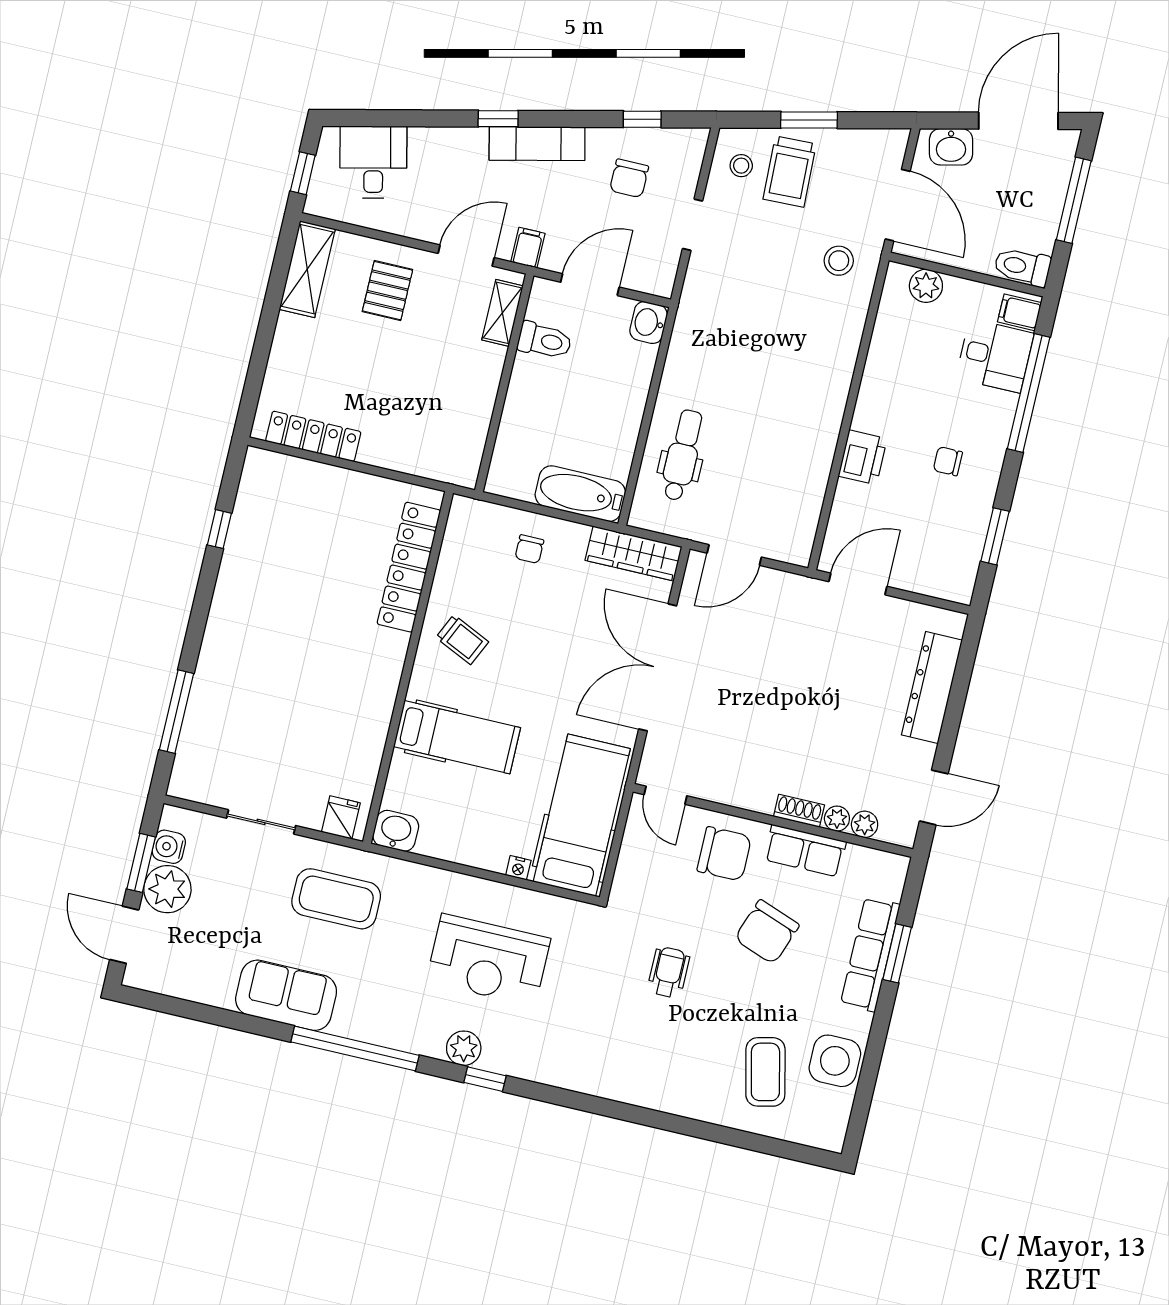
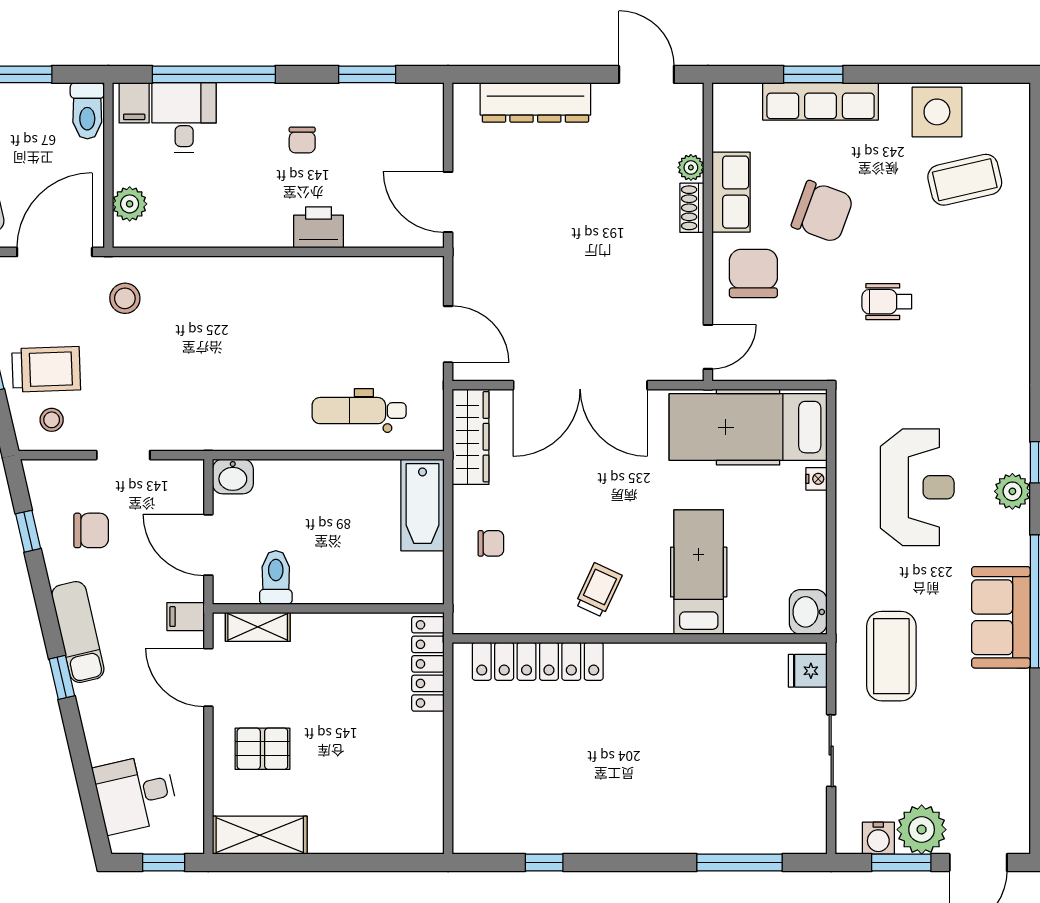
locker: (313, 436) -> (428, 664), moved
plant: (865, 824) -> (690, 138), removed
sofa: (286, 995) -> (1001, 617), moved

